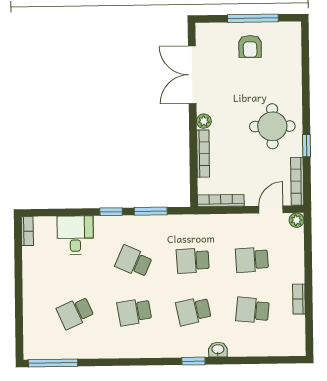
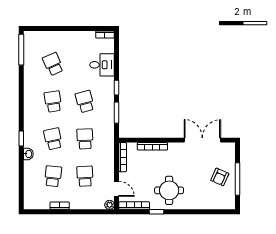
armchair: (250, 46) -> (220, 177), turned -66
plant: (204, 121) -> (173, 147), removed
school desk: (134, 261) -> (85, 101), turned -39

